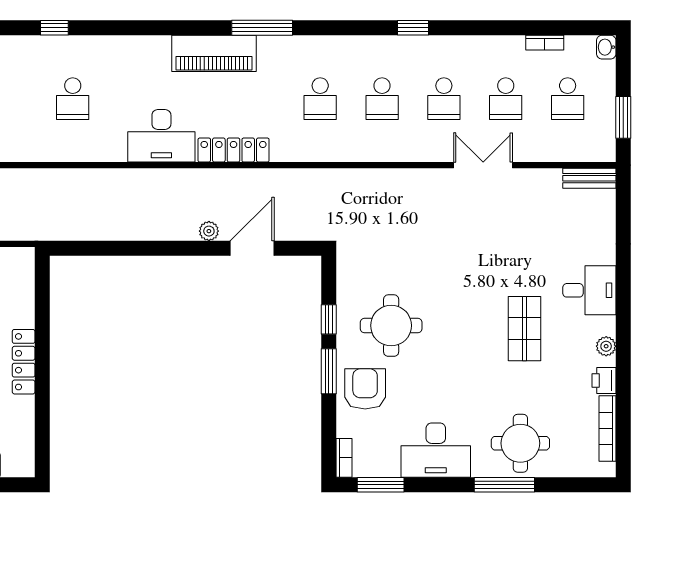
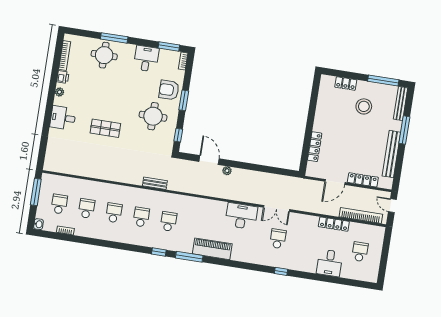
window: (413, 28) -> (159, 252), moved
window: (623, 117) -> (36, 192), width x1.44
locker: (234, 150) -> (210, 205), removed
double door: (483, 165) -> (277, 208), moved
bench: (589, 178) -> (155, 183), moved
door: (252, 248) -> (209, 160), swing flipped
window: (329, 319) -> (178, 135), moved
shop shelf: (524, 329) -> (105, 128), moved, turned 90
locker: (24, 362) -> (315, 147), moved
armchair: (365, 389) -> (169, 90), turned 90
desk: (436, 450) -> (146, 59), width x0.73

